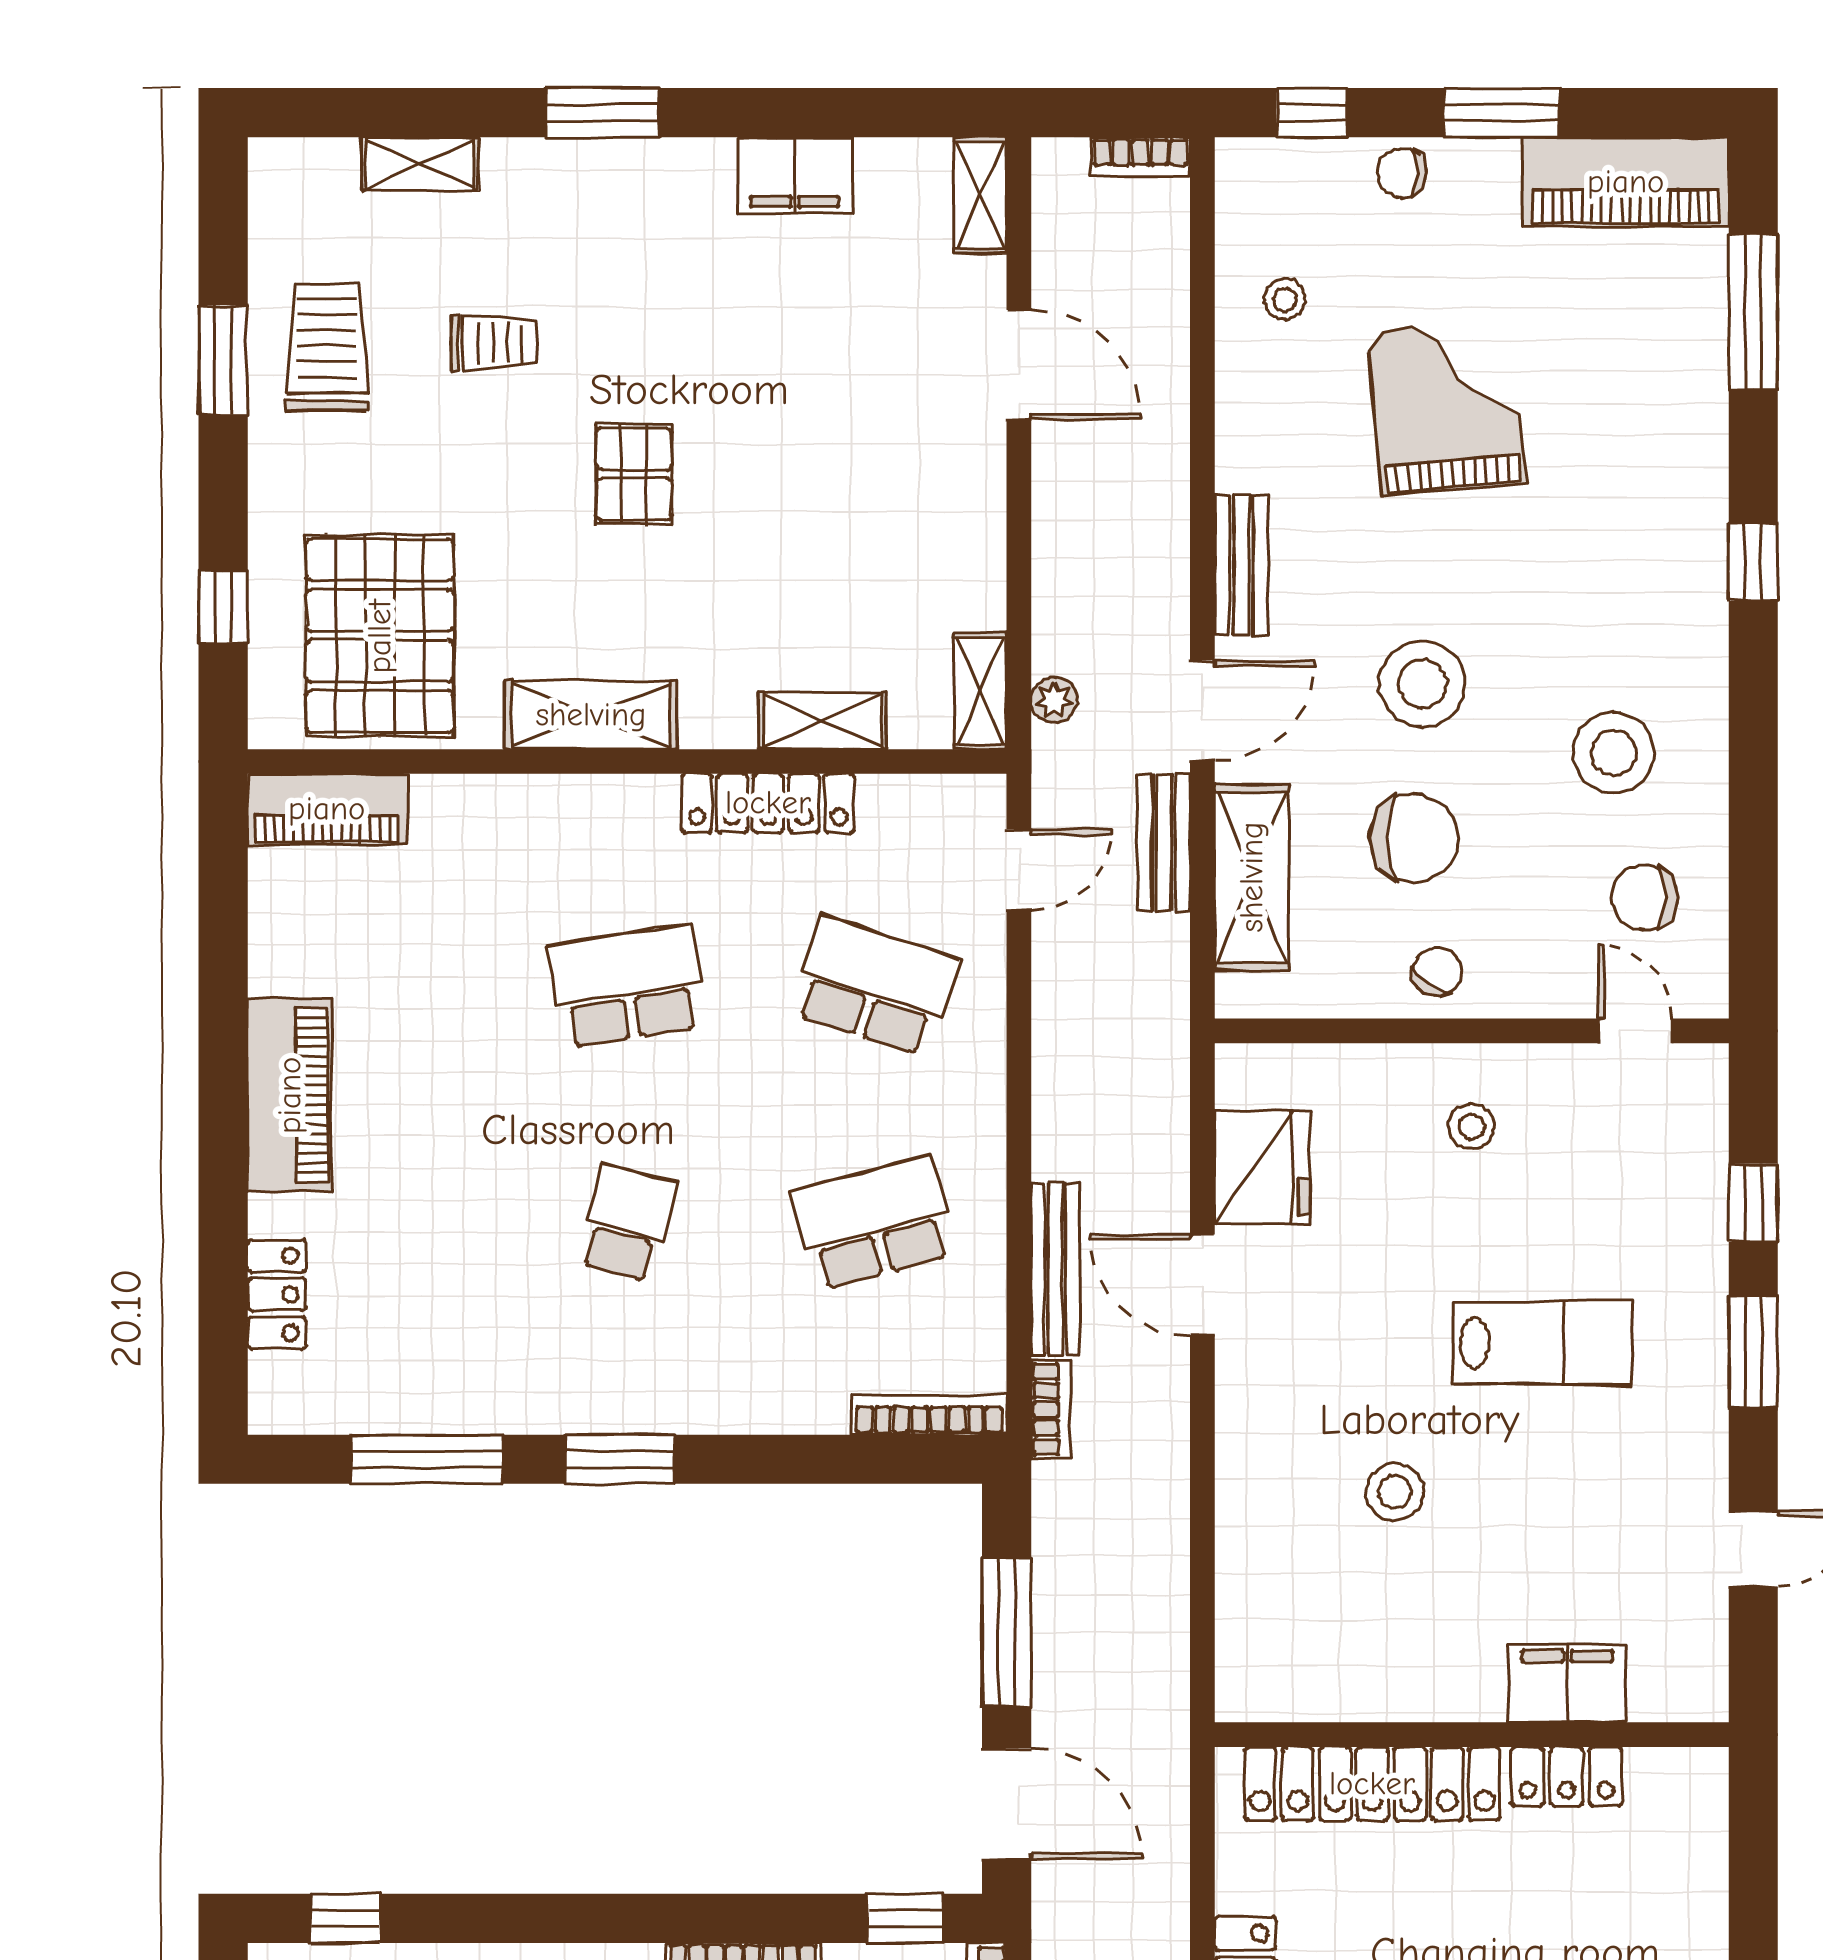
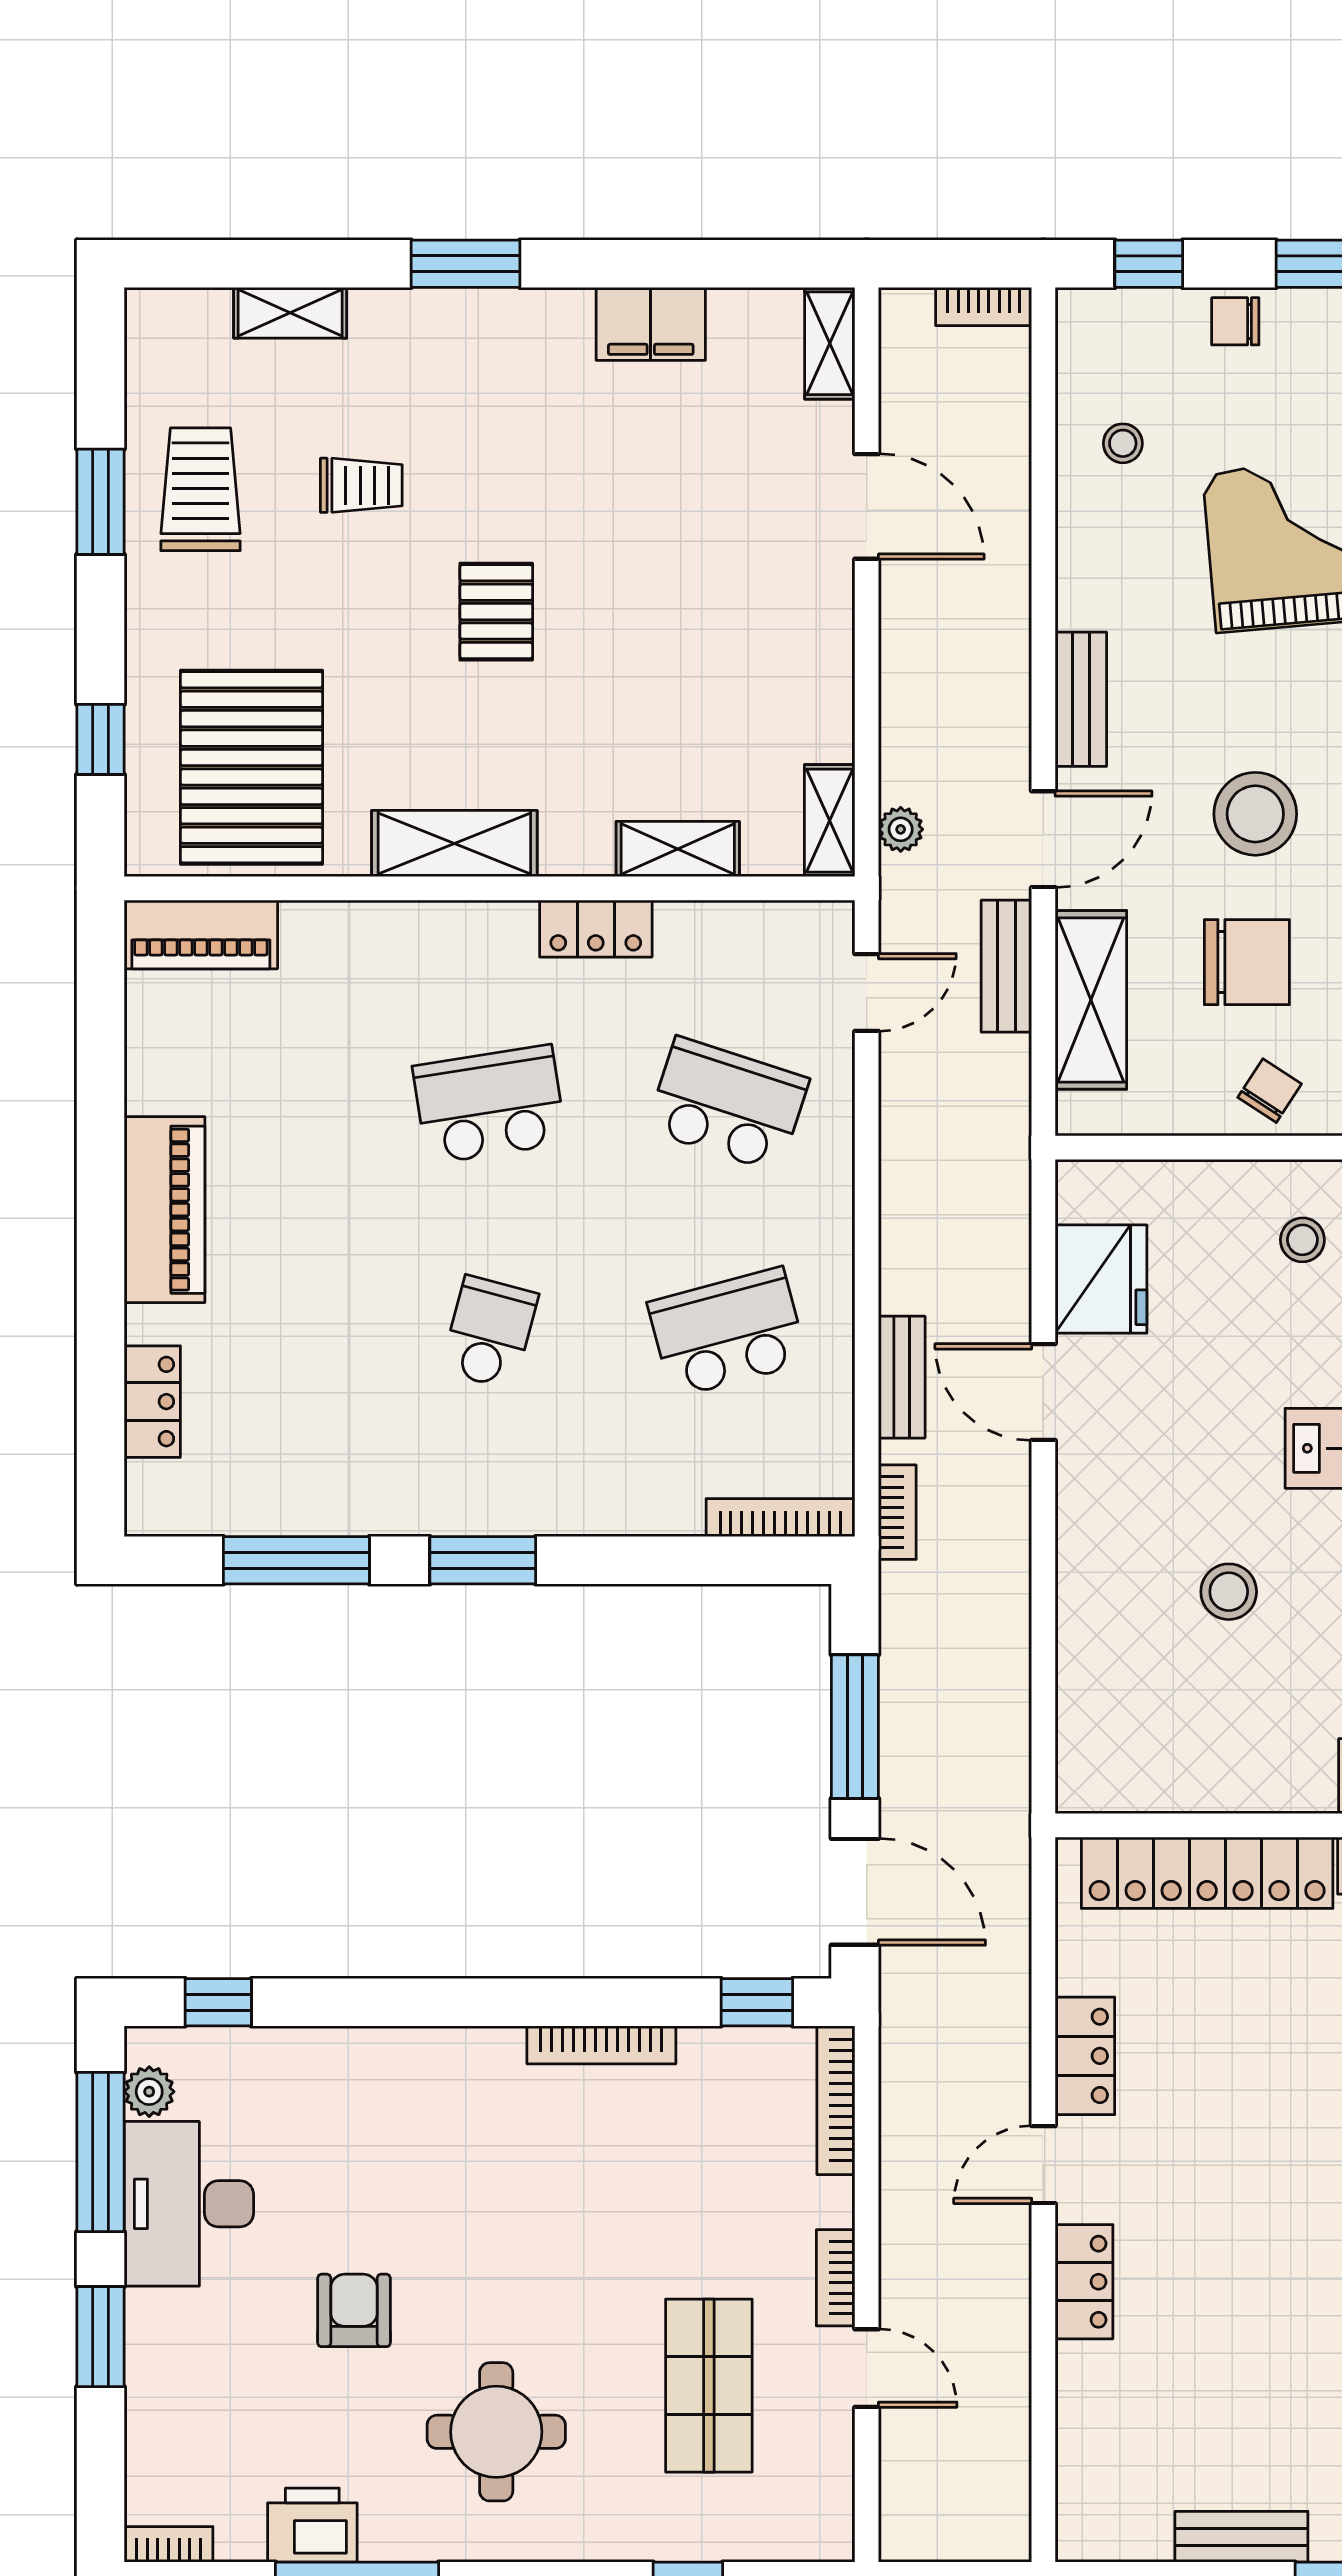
locker: (768, 803) -> (596, 929), width x0.66
bench: (1055, 1269) -> (902, 1377), width x0.73

